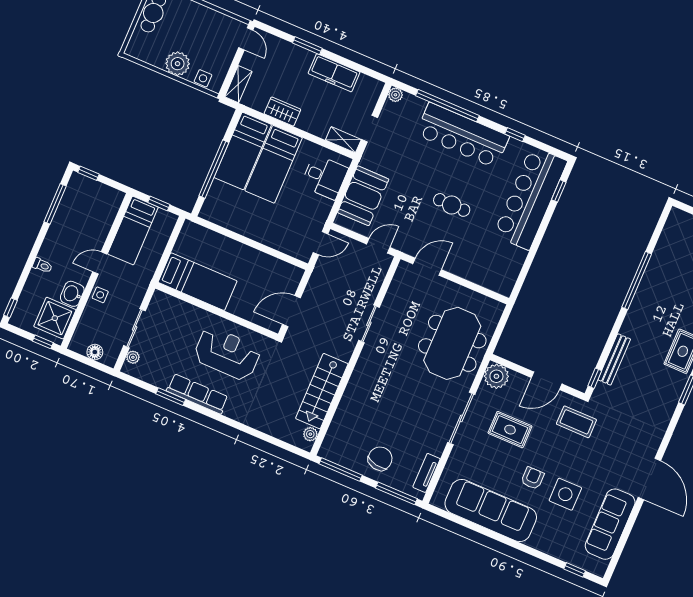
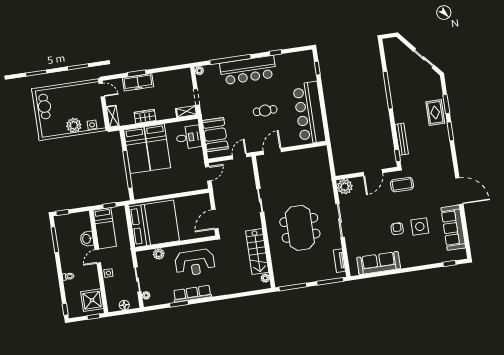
freezer: (334, 73) -> (138, 82), moved
bar counter: (530, 198) -> (309, 113), moved
bed: (198, 282) -> (154, 224), width x2.04
washbasin: (72, 294) -> (87, 239), moved
plant: (185, 311) -> (159, 254), added
meeting table: (452, 343) -> (300, 228), moved
reception desk: (227, 354) -> (195, 263), turned 180
rug: (510, 430) -> (369, 210), removed
chair: (380, 459) -> (310, 268), removed
sofa: (491, 510) -> (379, 263), width x0.74, depth x0.79

